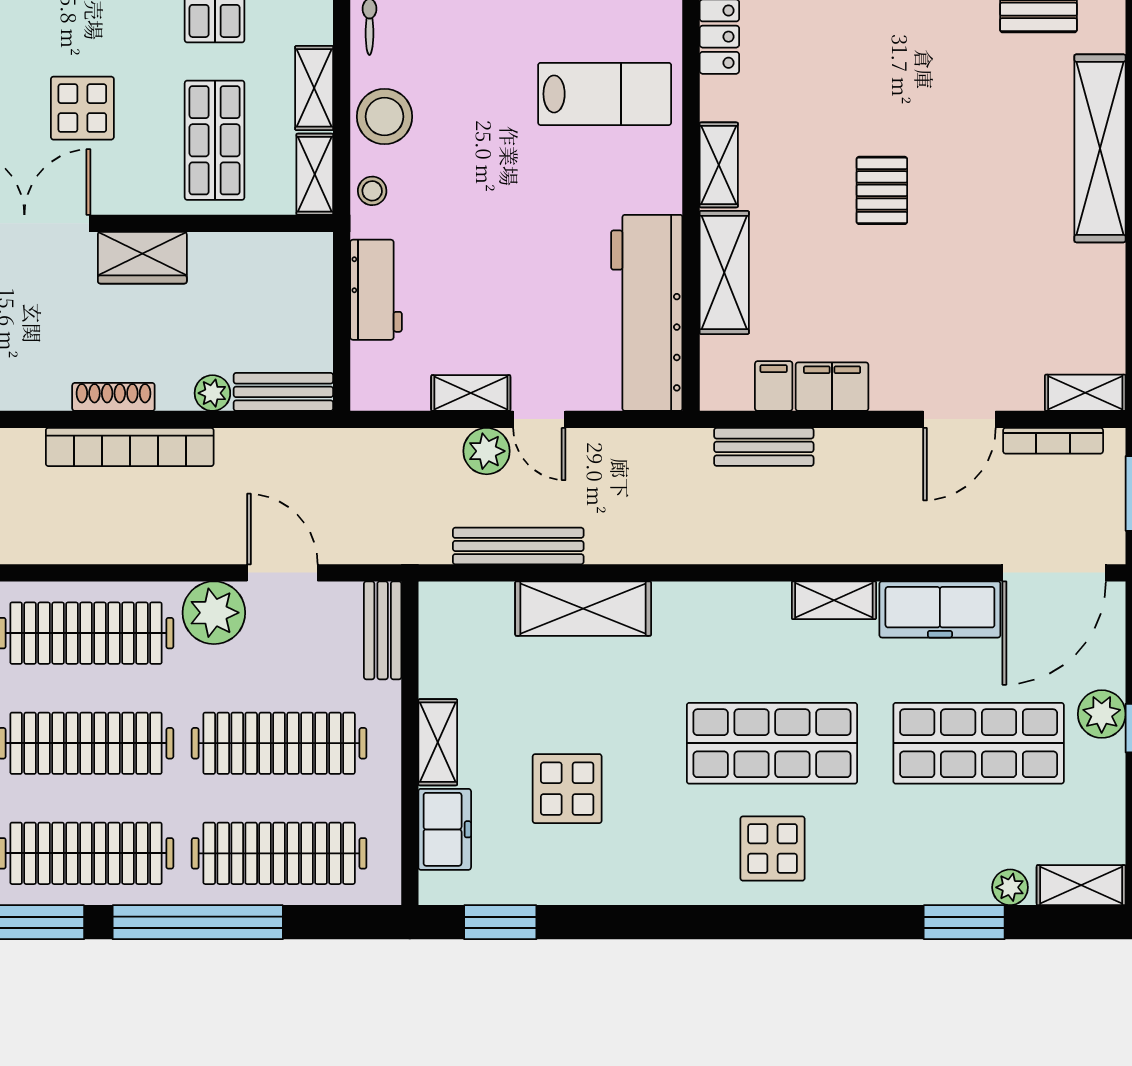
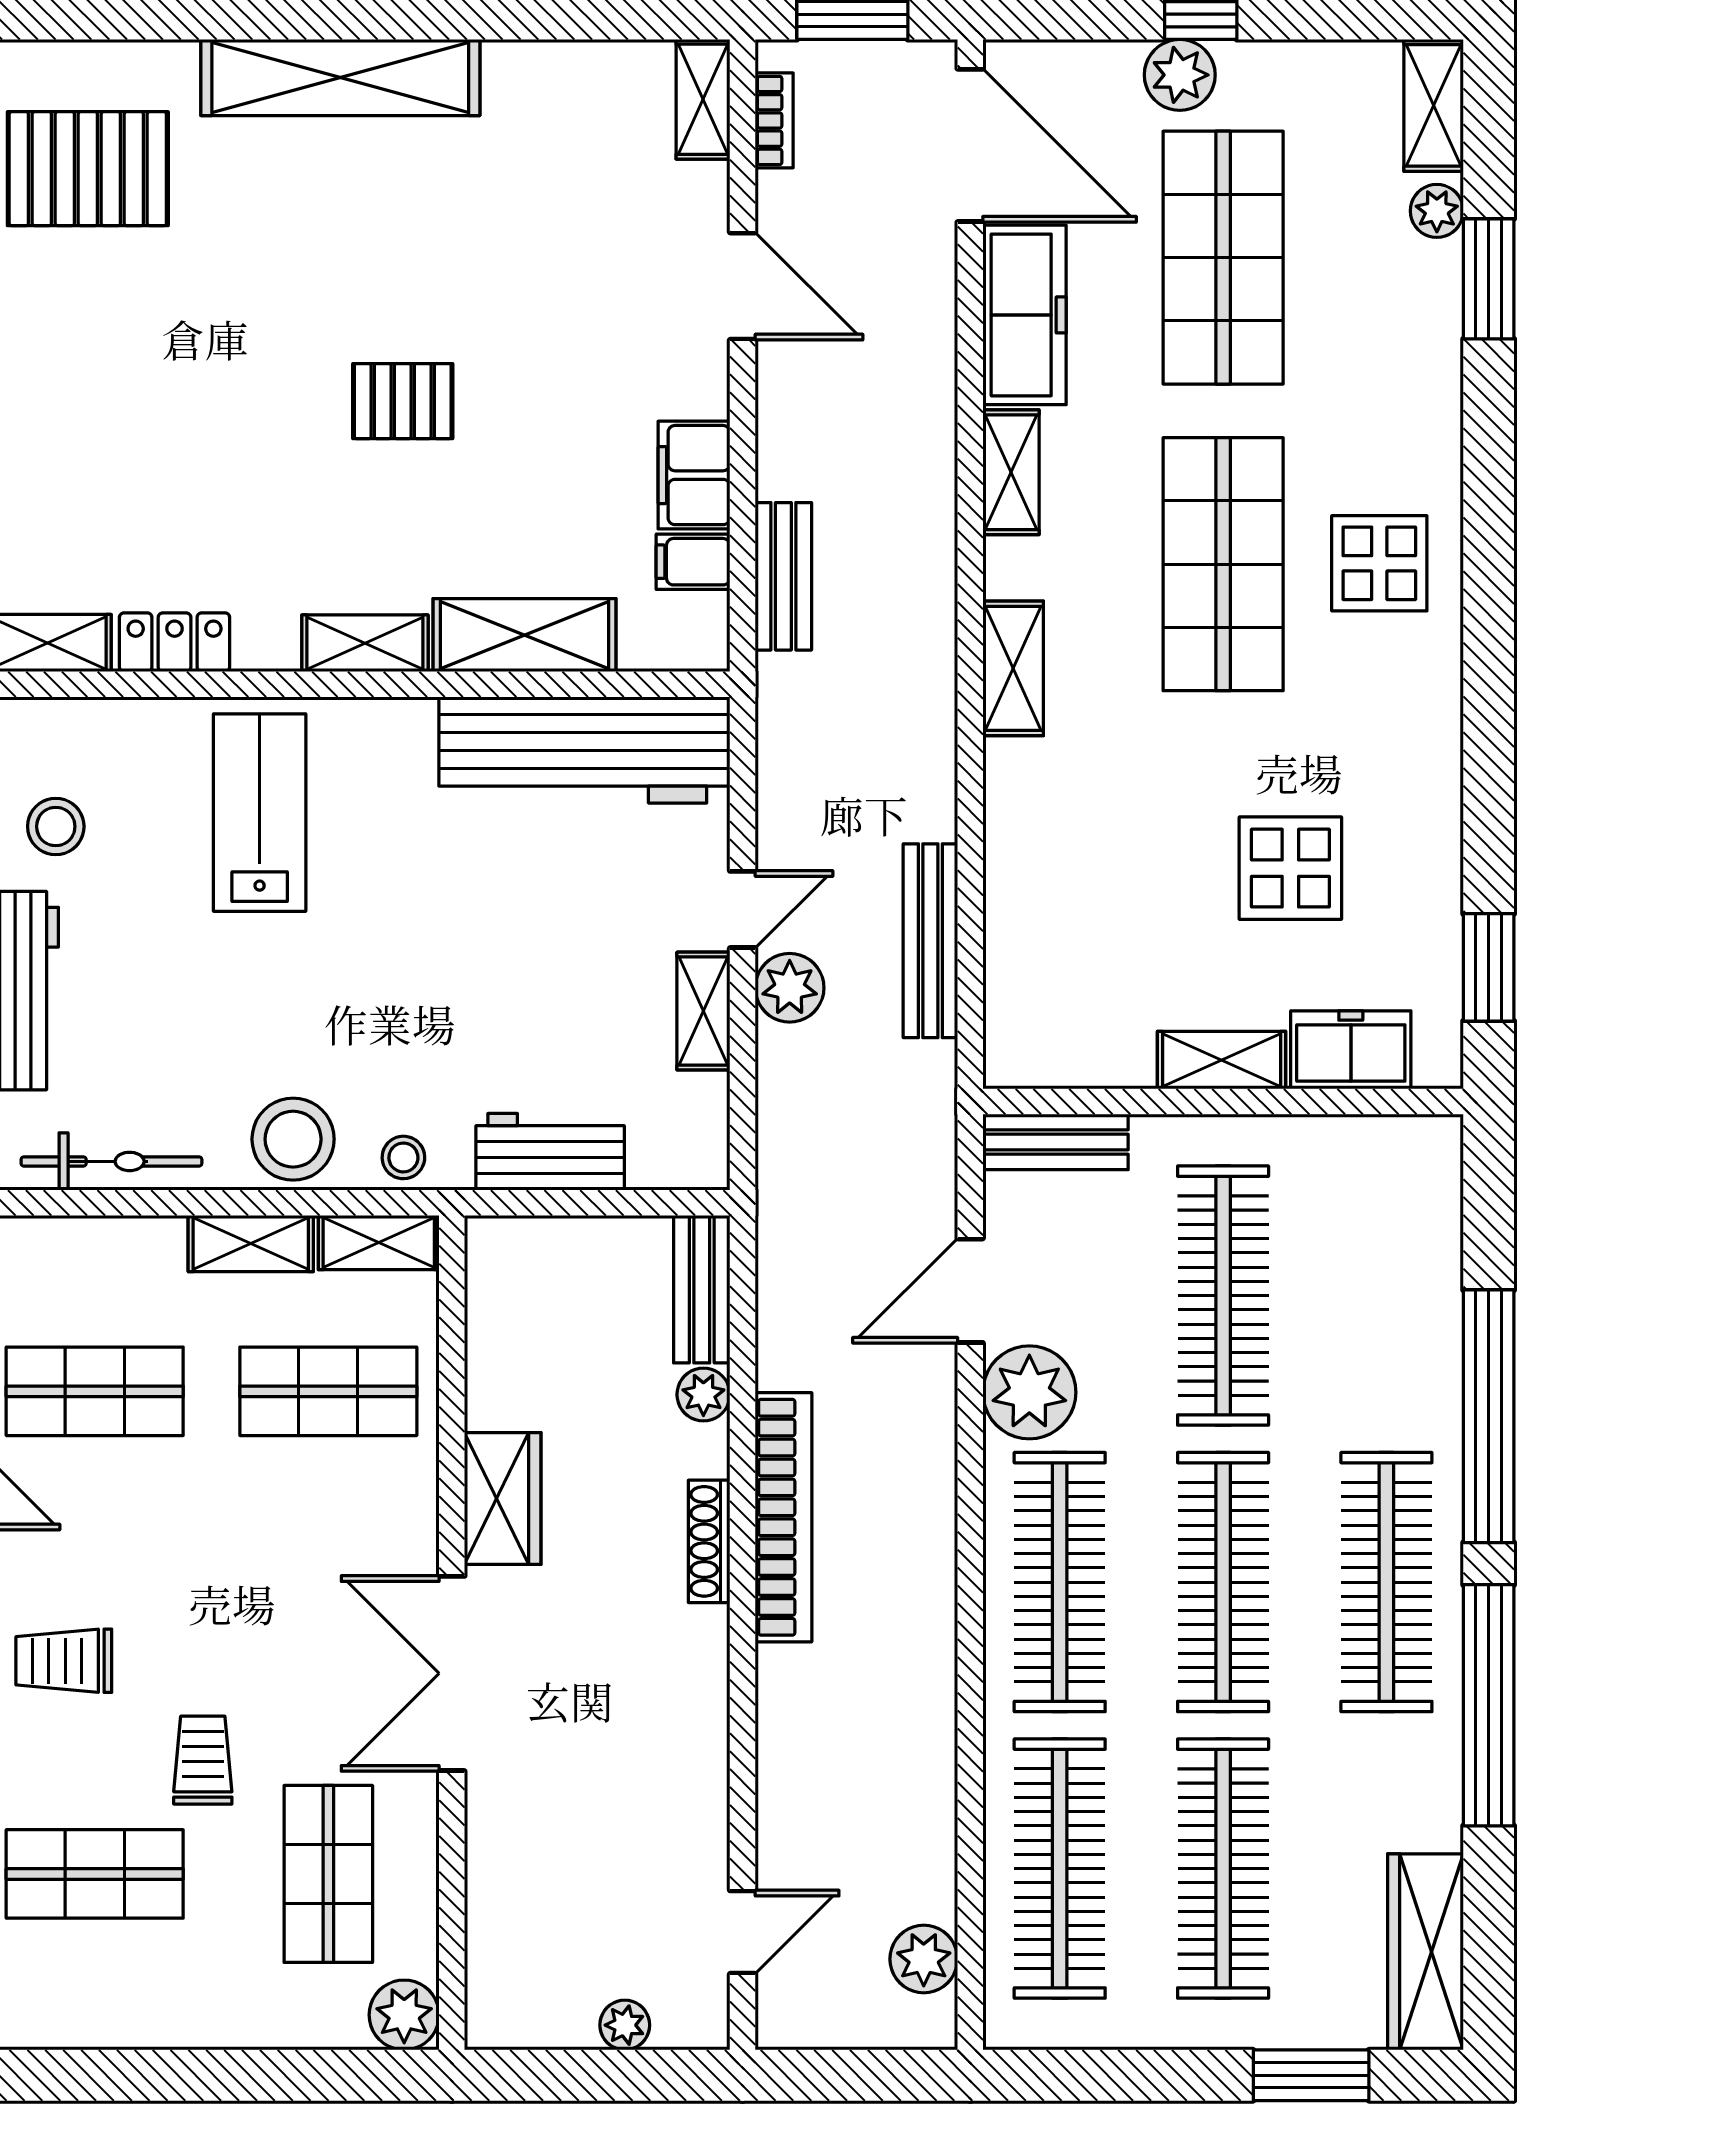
display table: (82, 108) -> (281, 1588), removed
bookcase: (1053, 441) -> (774, 120), width x0.64
shelving: (583, 609) -> (1013, 668), moved, width x0.67, depth x0.75
clothes rail: (279, 853) -> (1386, 1296), removed

